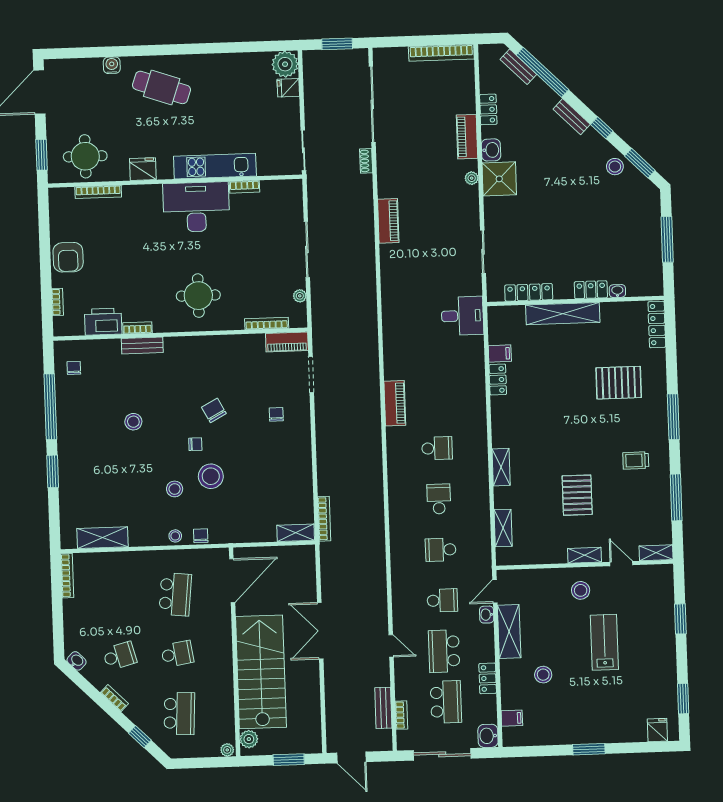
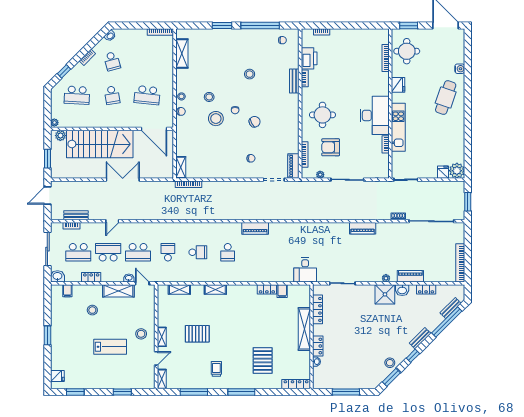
armchair: (68, 257) -> (331, 147), moved
school desk: (442, 600) -> (138, 252), width x1.85

